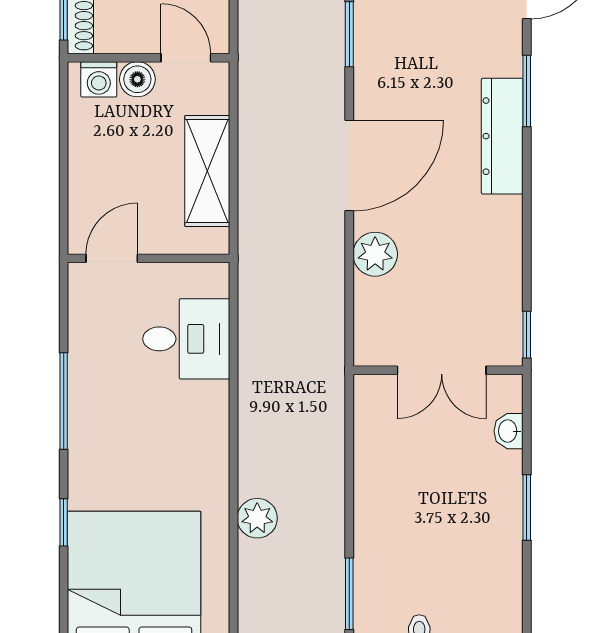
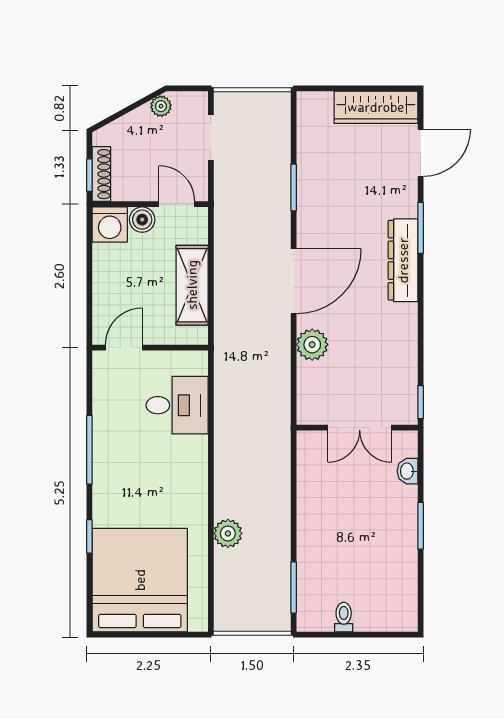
washing machine: (99, 79) -> (110, 224), width x1.38, depth x1.38

